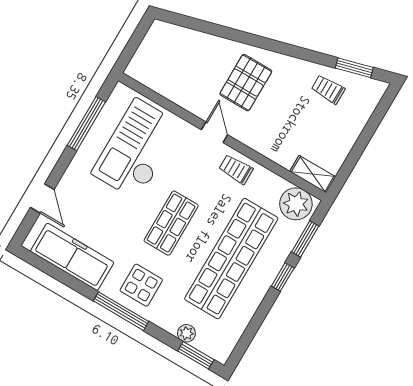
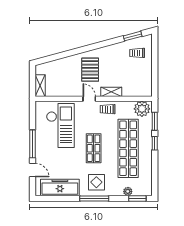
shelving: (142, 59) -> (40, 86), added
trolley: (328, 89) -> (137, 53), moved
window: (86, 124) -> (33, 144), moved
checkout: (137, 149) -> (60, 125), turned 180
shelving: (313, 174) -> (111, 92), moved

